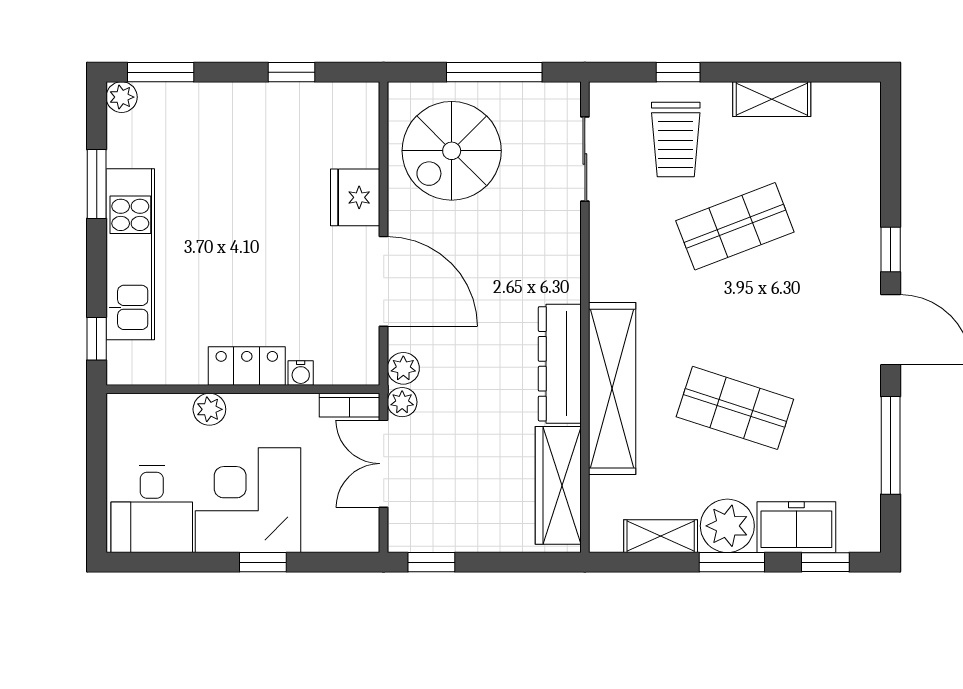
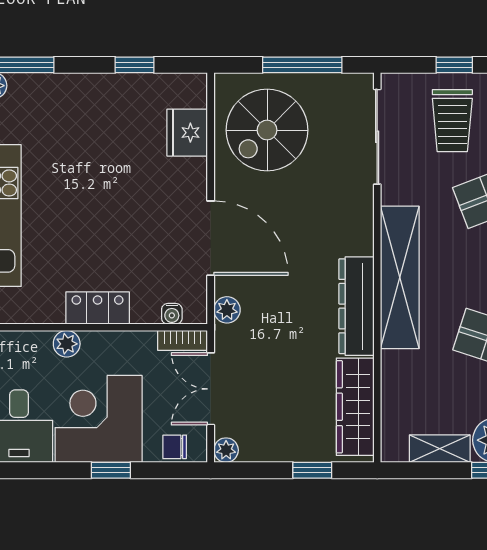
sliding door: (585, 159) -> (377, 137), width x1.37
fridge: (355, 197) -> (187, 133), moved
water cooler: (301, 373) -> (172, 314), moved
shelving: (612, 389) -> (400, 277), moved
plant: (402, 402) -> (226, 450), moved
chair: (340, 534) -> (175, 447), added
window: (431, 562) -> (312, 470), moved

